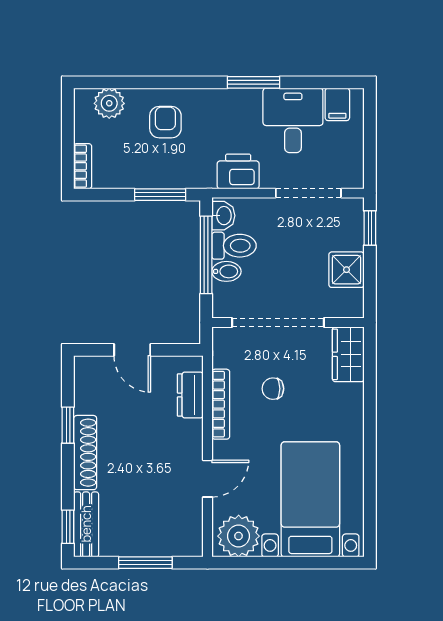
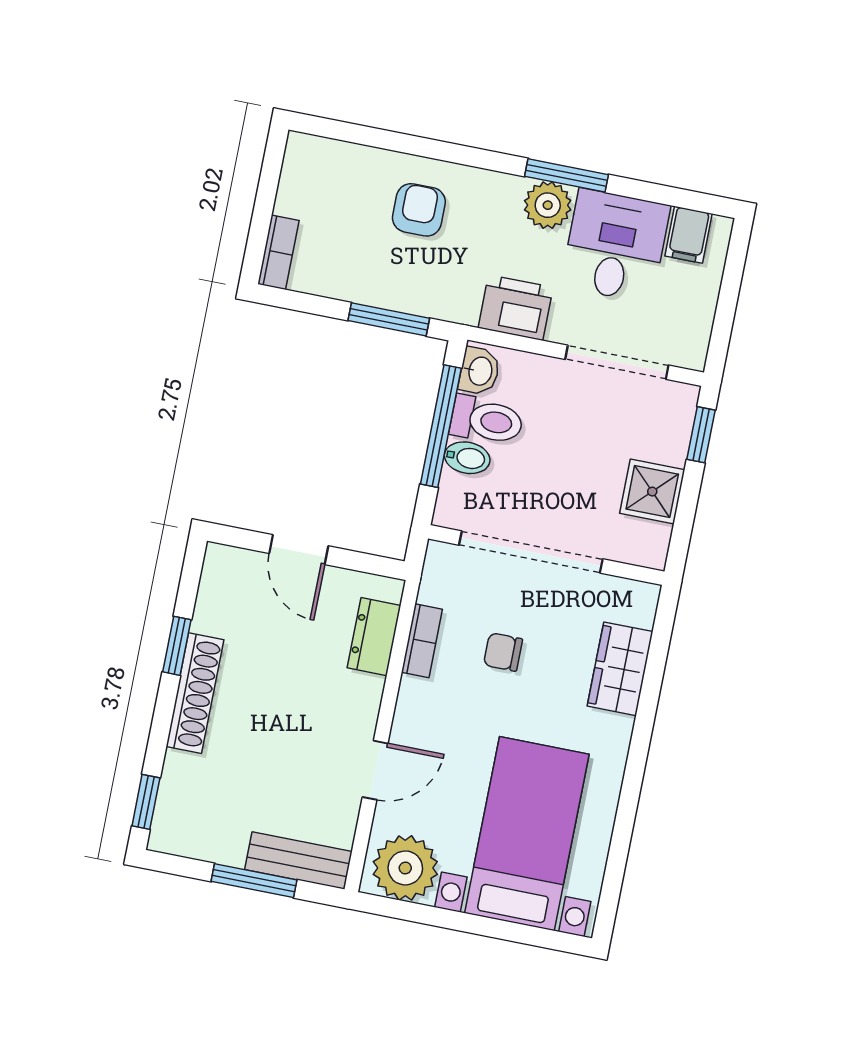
plant: (109, 103) -> (548, 205), moved
wardrobe: (348, 354) -> (620, 669), moved
bookcase: (221, 404) -> (422, 641), width x0.64
bench: (86, 524) -> (298, 860), moved, turned 90

